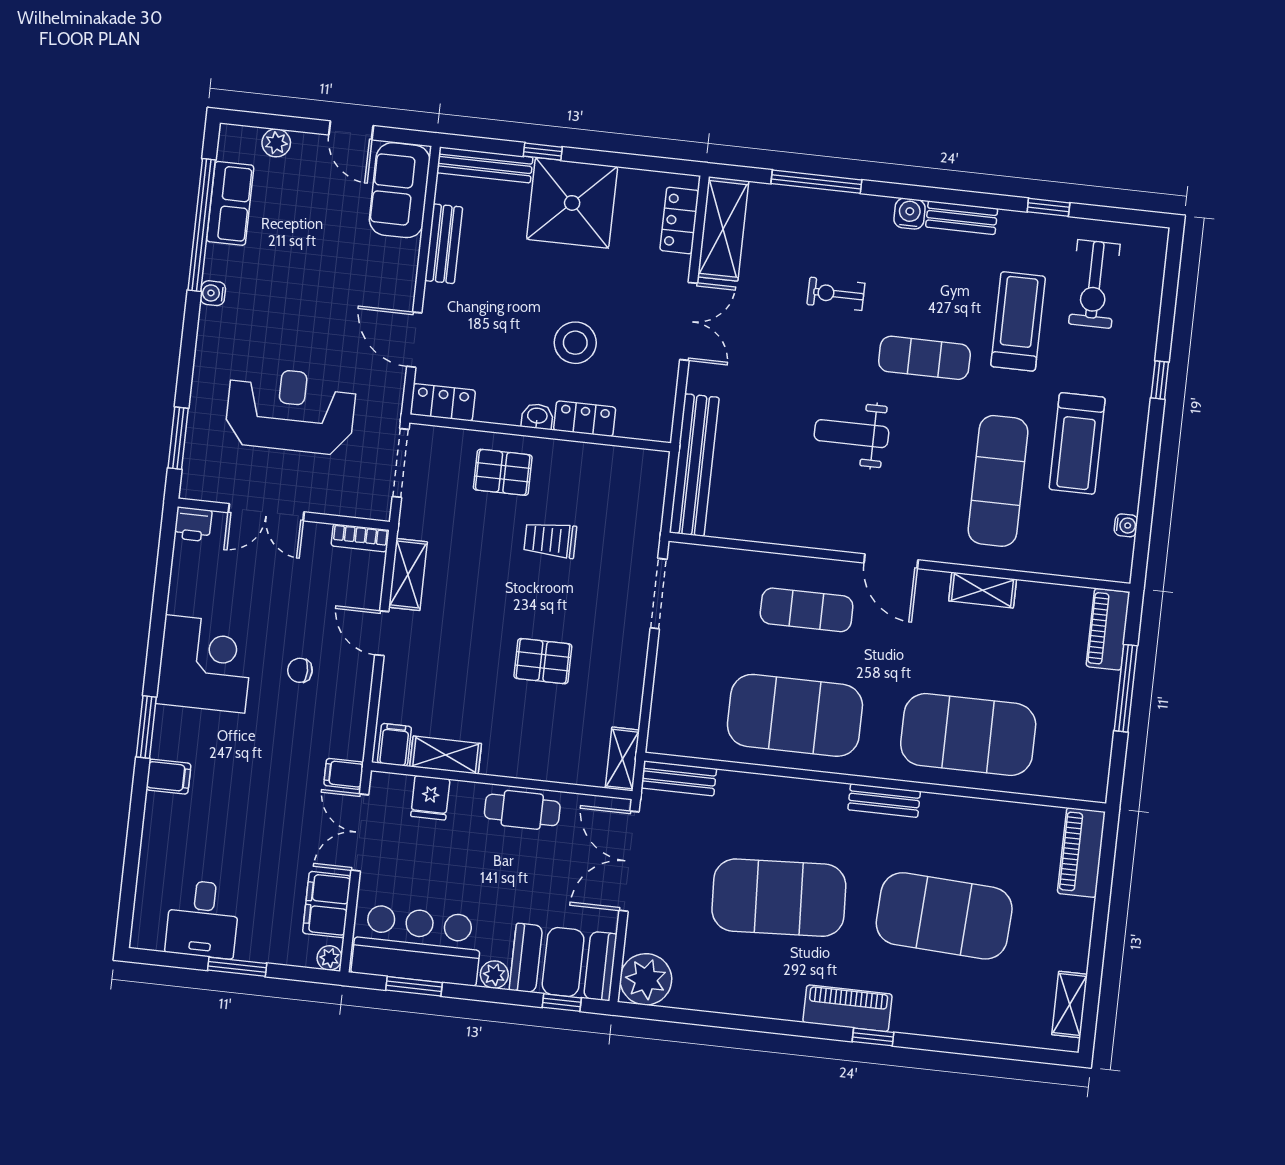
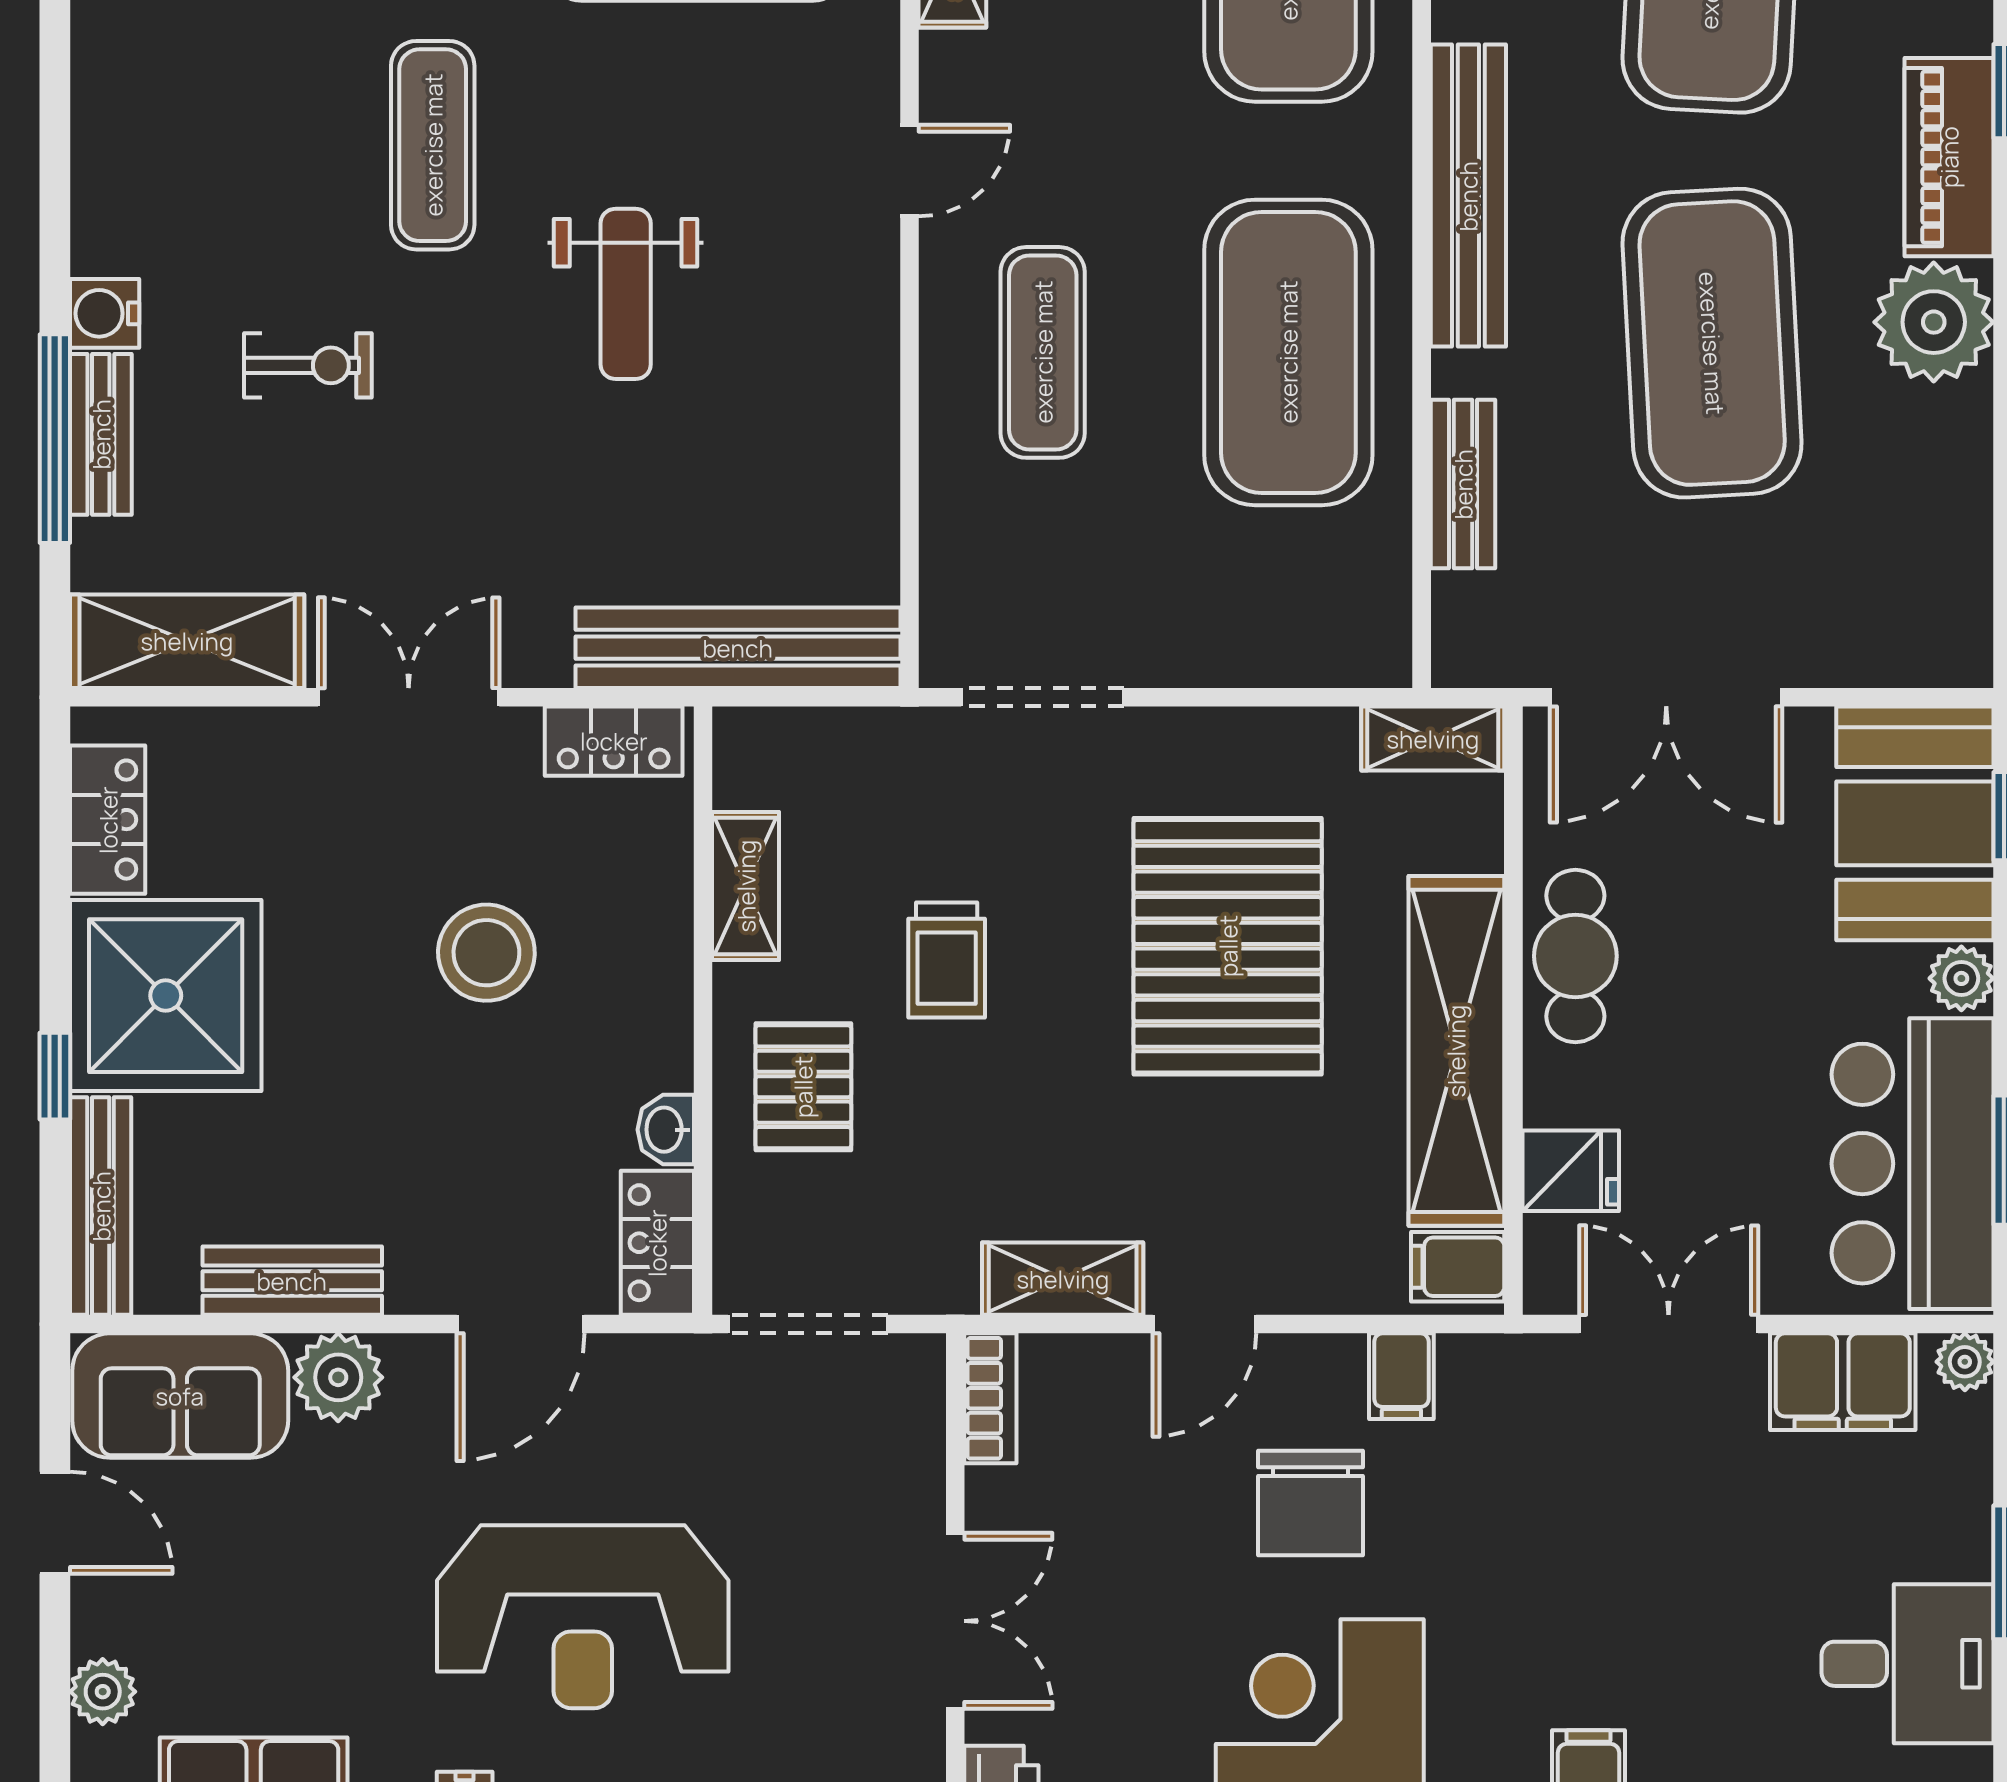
door: (351, 130) -> (55, 1523), hinge flipped
water cooler: (910, 214) -> (105, 313), moved
bench: (962, 218) -> (101, 434), moved
locker: (679, 221) -> (108, 820), moved, turned -90
plant: (400, 259) -> (338, 1377), added
exercise bike: (836, 294) -> (308, 365), turned -90
reception desk: (291, 410) -> (583, 1617), moved, turned -90
washbasin: (537, 416) -> (666, 1130), moved
locker: (585, 419) -> (614, 741), moved, turned -90
shelving: (592, 457) -> (746, 886), added
door: (891, 561) -> (909, 171), width x0.73
pallet: (543, 661) -> (1228, 946), width x2.05, depth x2.00
chair: (300, 670) -> (1311, 1503), width x1.87, depth x1.87
shelving: (446, 755) -> (1456, 1051), width x2.20, depth x1.33
filing cabinet: (344, 774) -> (1401, 1376), moved
bench: (679, 778) -> (1463, 484), moved
bench: (884, 801) -> (1468, 196), width x1.86, depth x1.21
double door: (360, 833) -> (1669, 1324), swing flipped
plant: (646, 979) -> (1934, 322), moved

